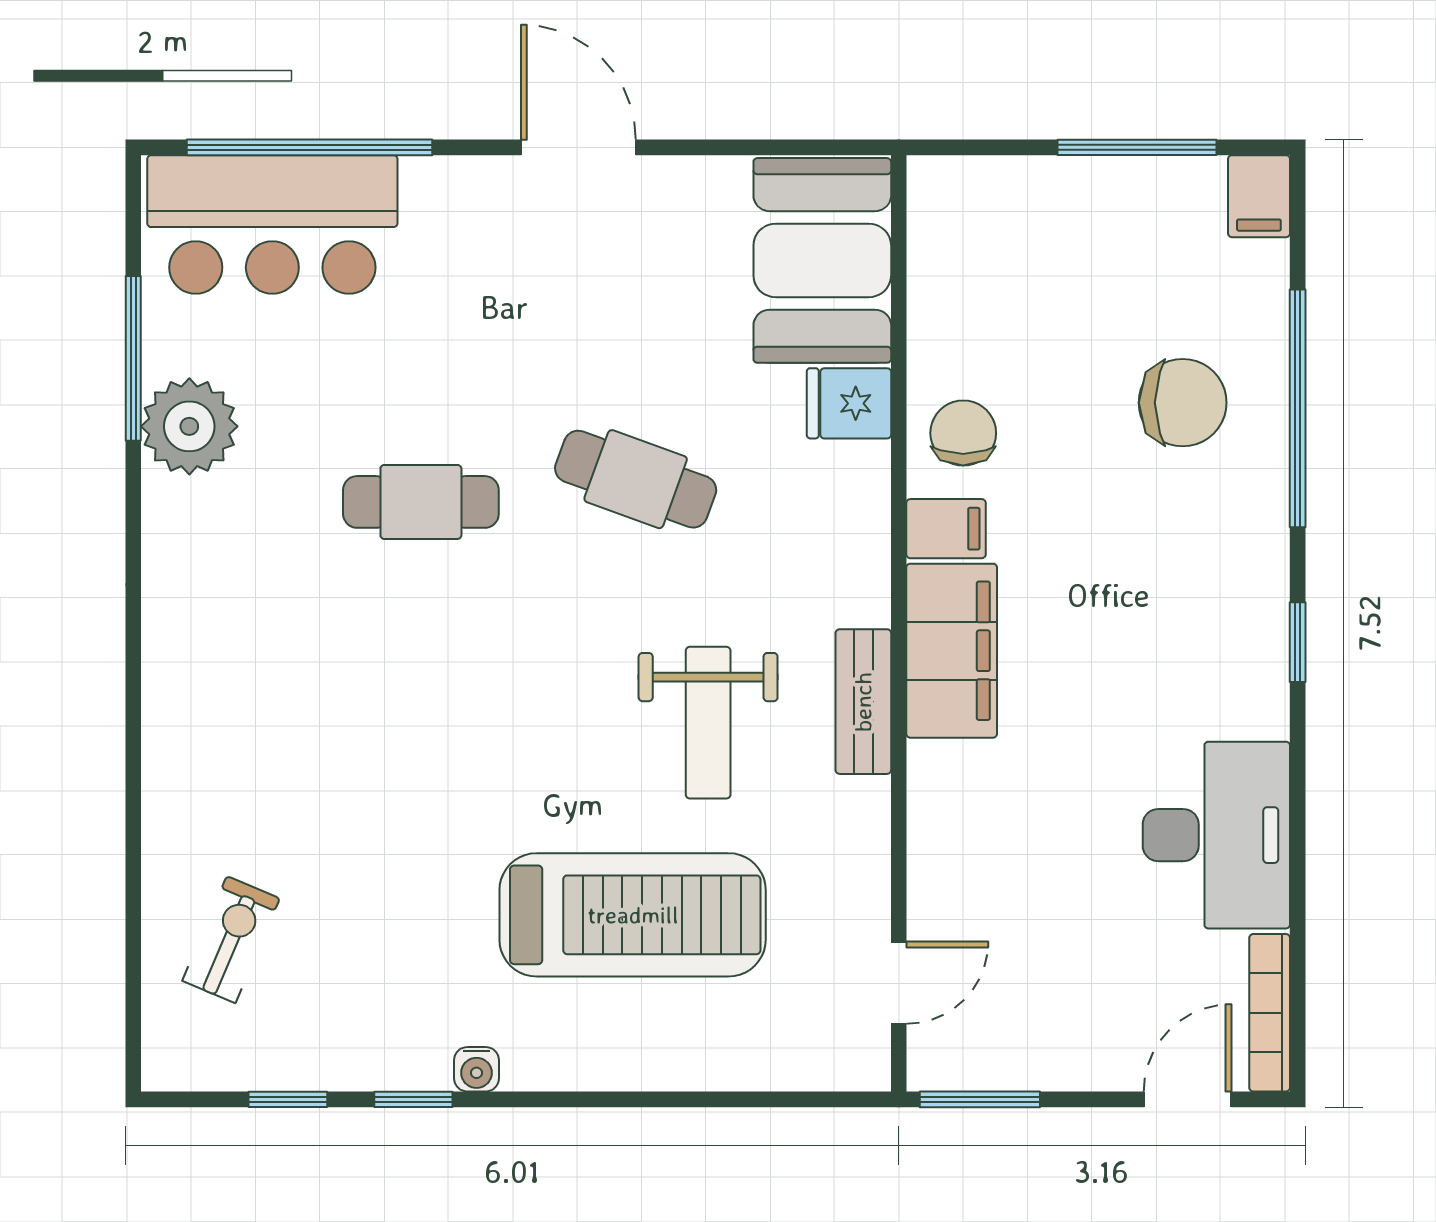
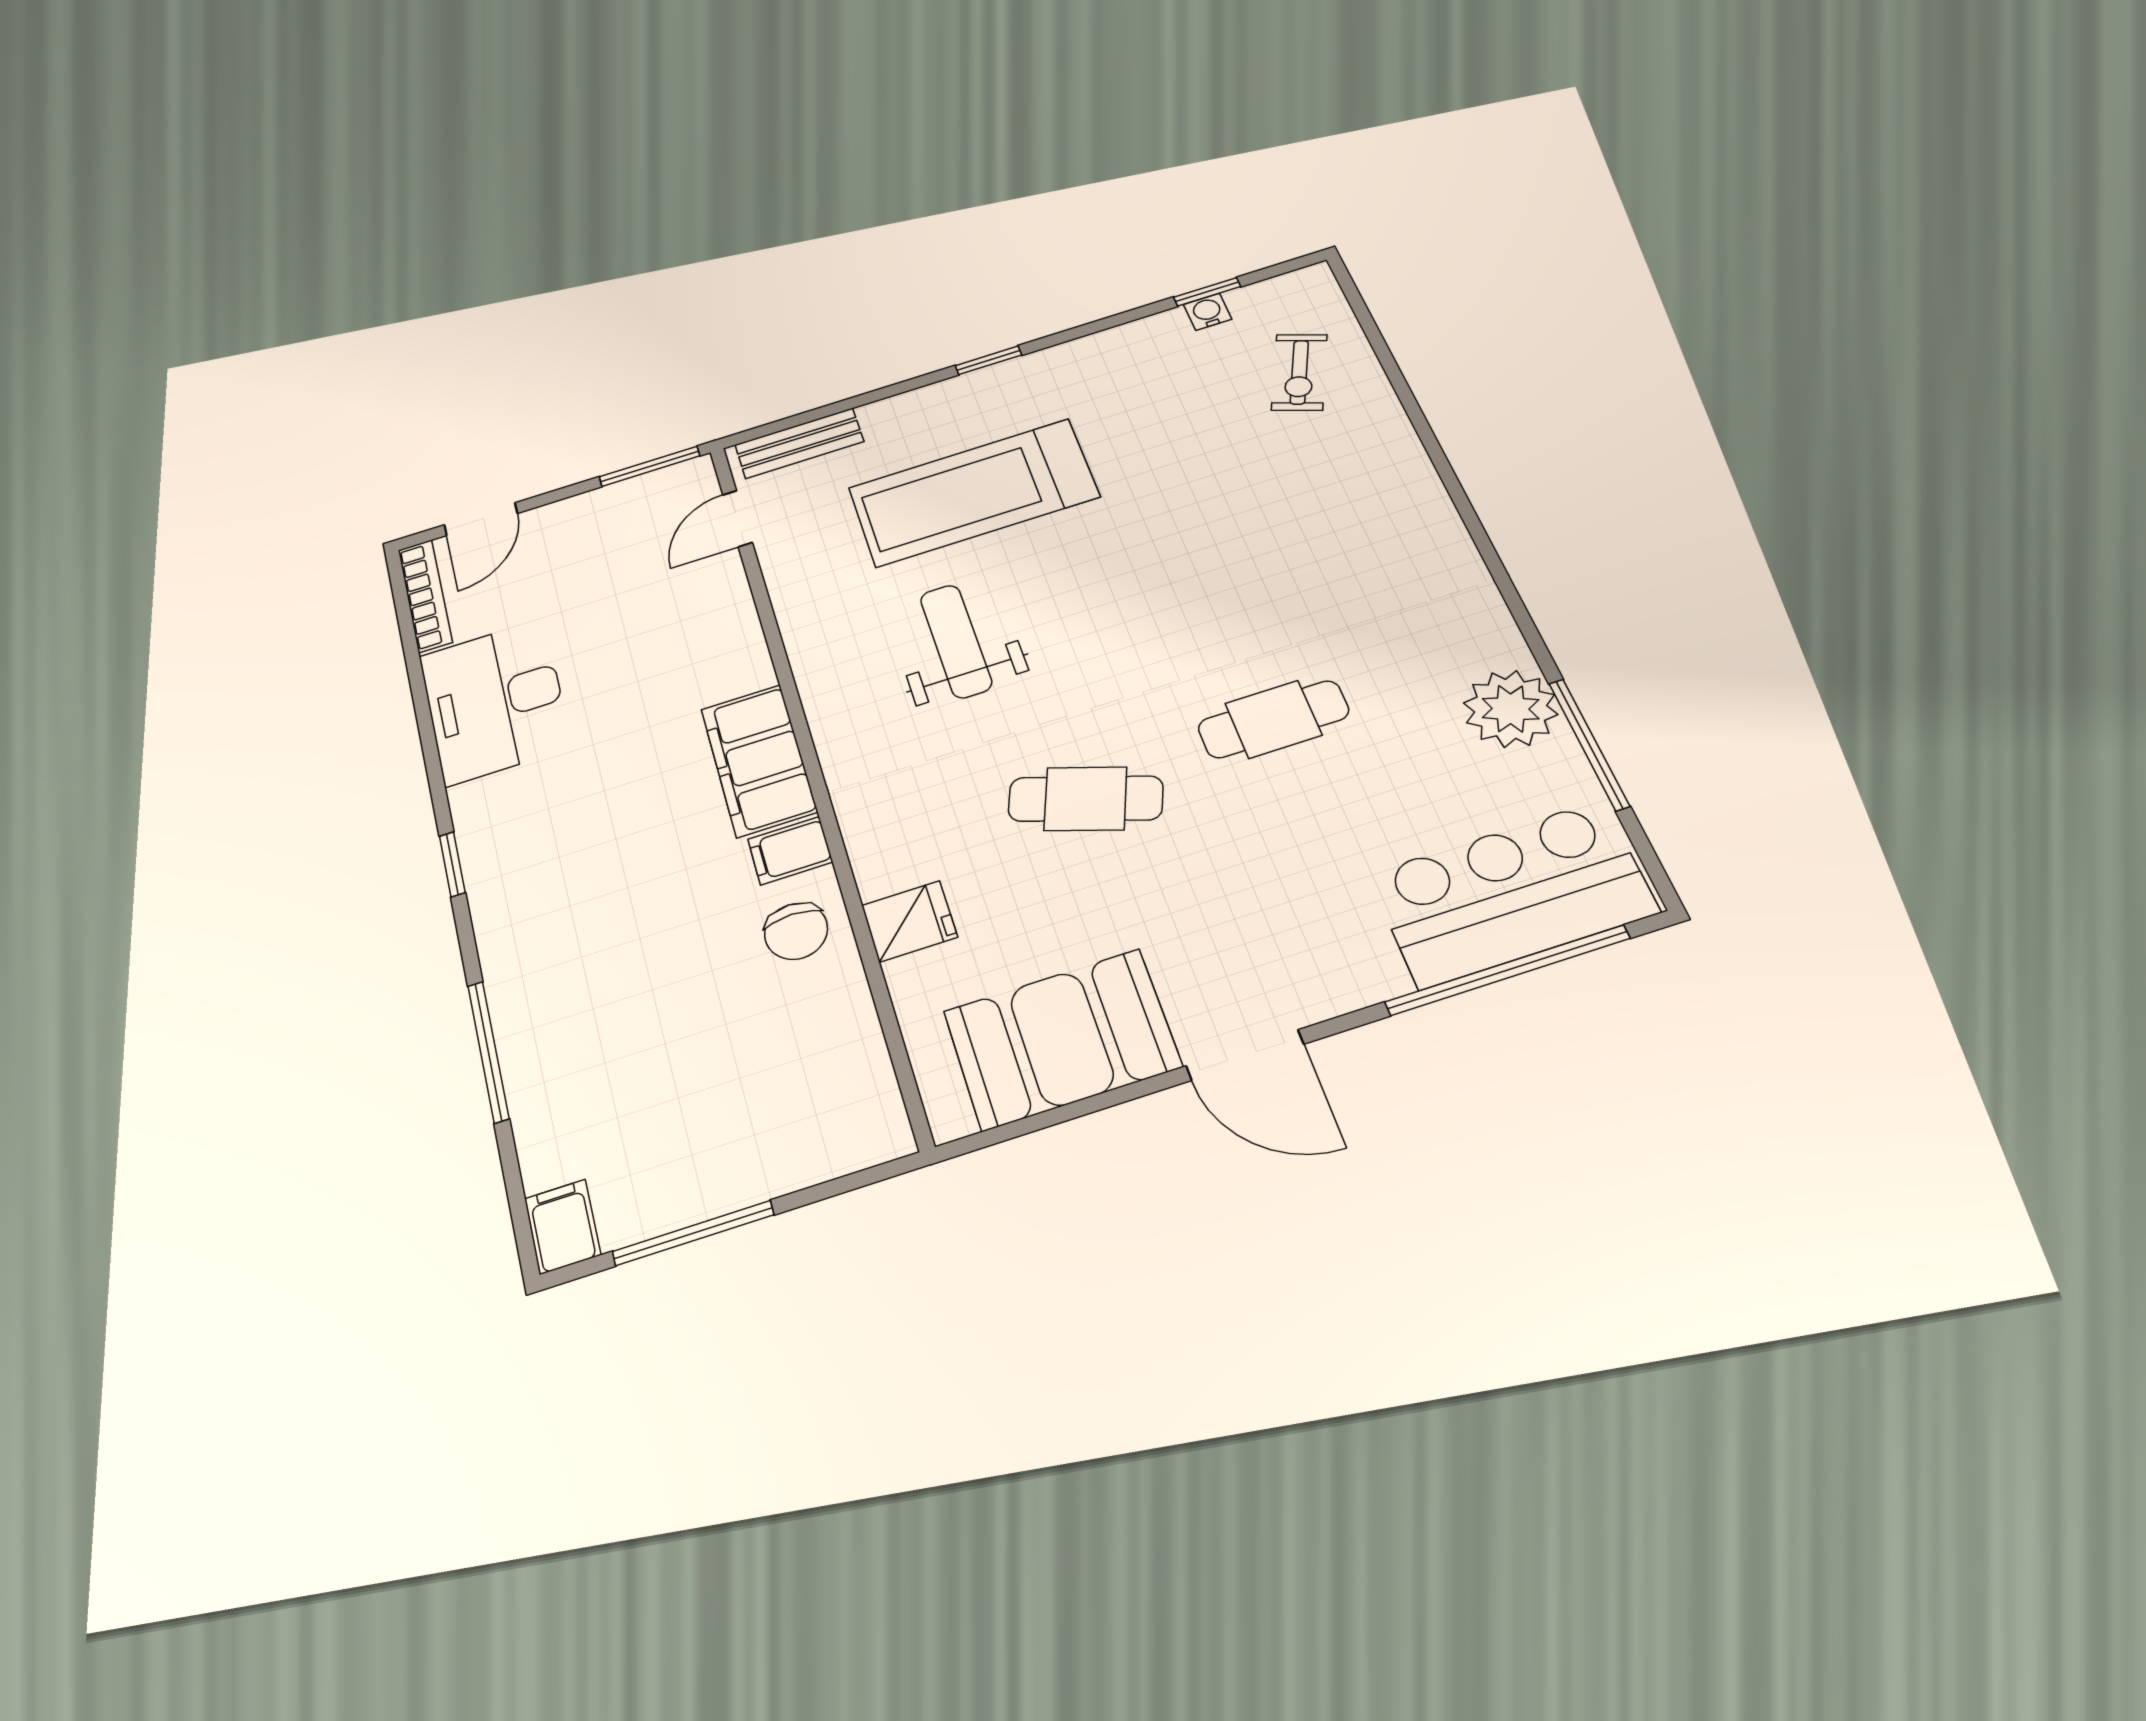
booth: (822, 260) -> (1062, 1039), moved, turned 90
chair: (1183, 403) -> (597, 1022), removed
window: (1298, 408) -> (488, 1051), width x0.68
bench: (863, 702) -> (799, 443), moved, turned 90
water cooler: (477, 1069) -> (1208, 312), moved
window: (413, 1099) -> (988, 360), moved

